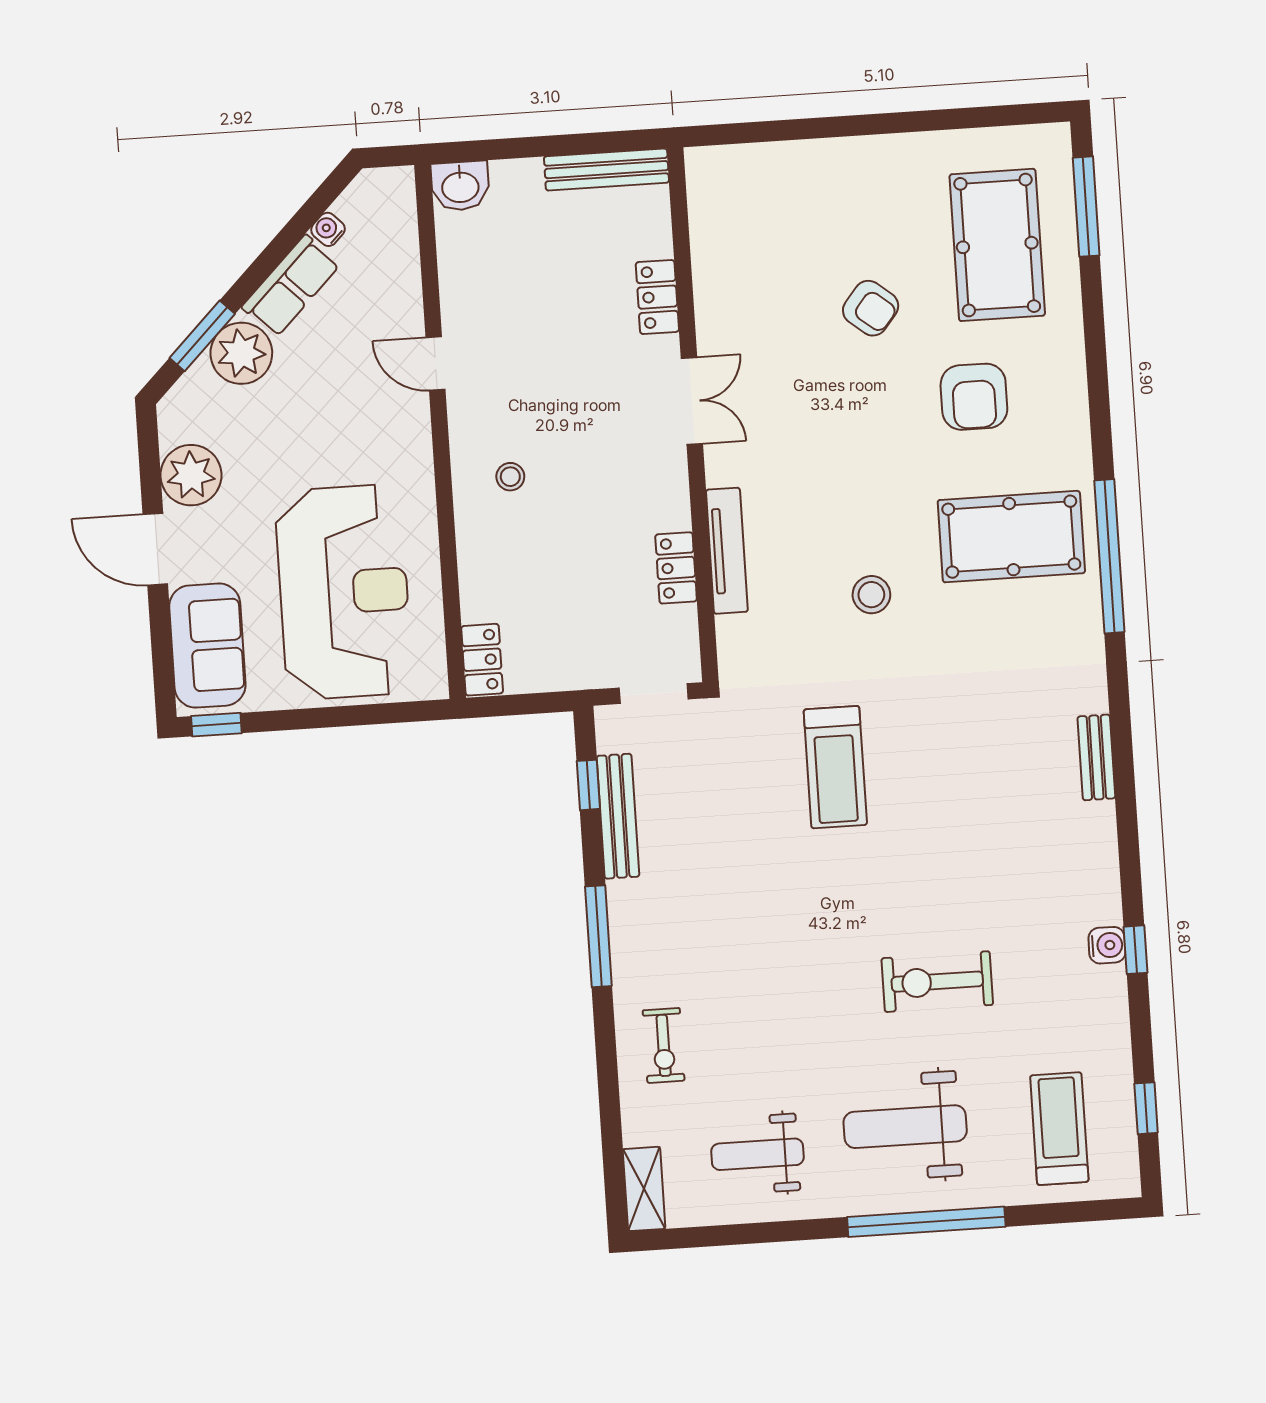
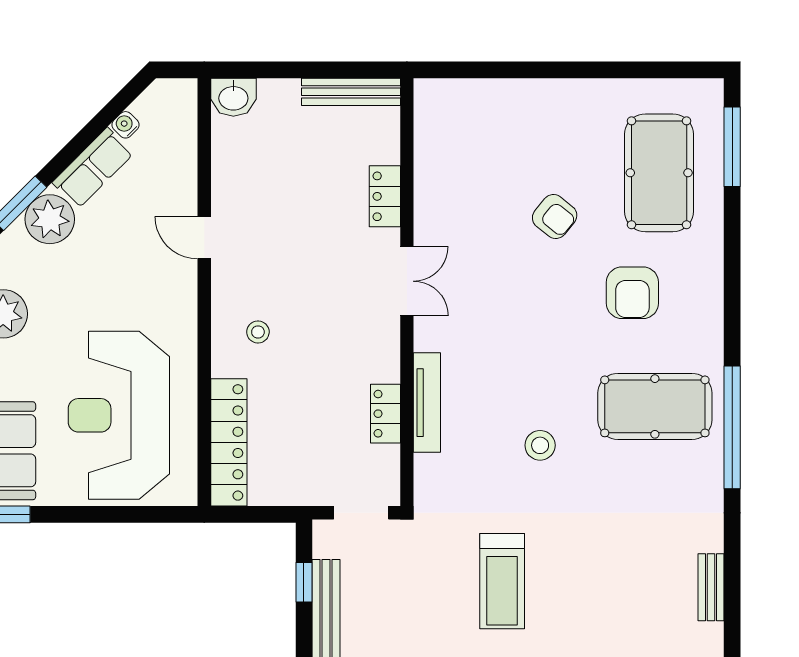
reception desk: (344, 592) -> (119, 415), turned 180
locker: (482, 660) -> (229, 442), width x2.16, depth x1.21

